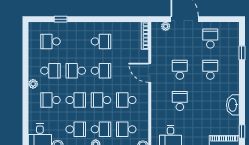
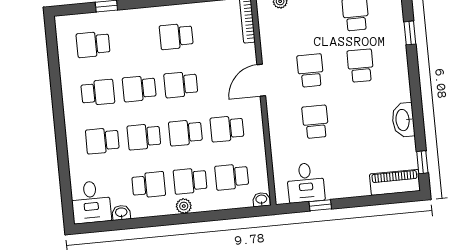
school desk: (101, 41) -> (176, 36), turned 180
school desk: (101, 71) -> (181, 85), turned 180
door: (150, 73) -> (261, 80), hinge flipped
plant: (33, 84) -> (71, 117), removed
school desk: (76, 100) -> (144, 137), turned 180
school desk: (101, 129) -> (190, 181), turned 180

